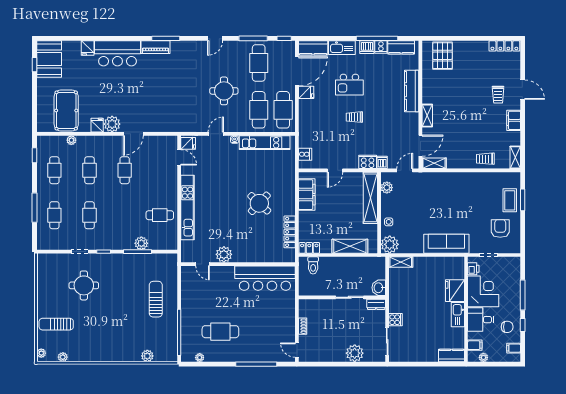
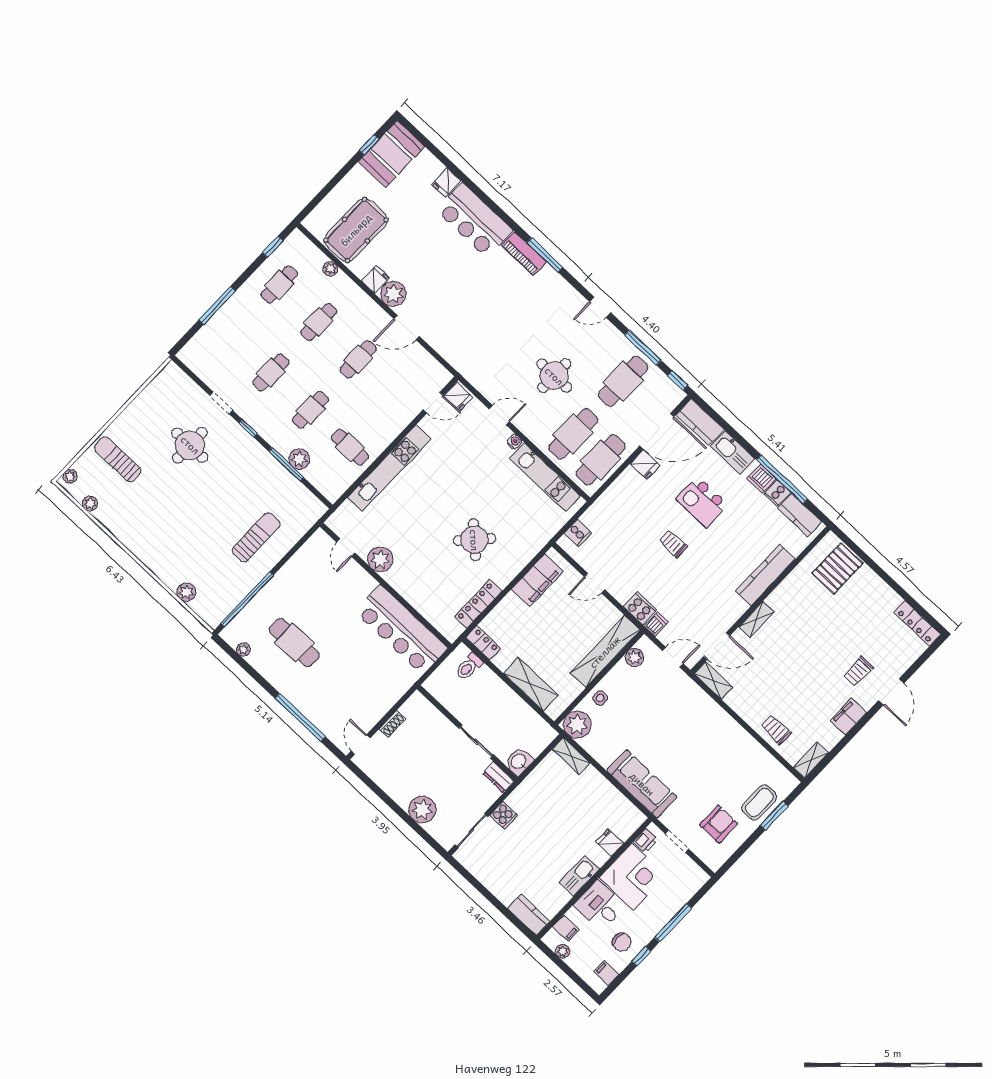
door: (179, 157) -> (433, 403), hinge flipped
cafe table: (54, 215) -> (310, 410), moved
fridge: (455, 291) -> (610, 843), width x0.53, depth x0.75

